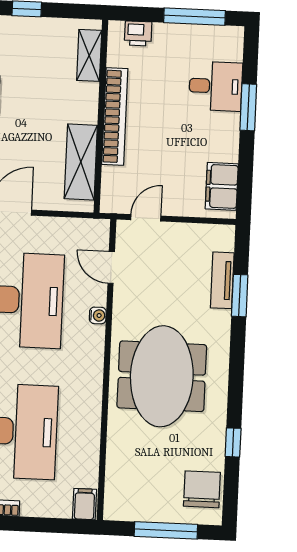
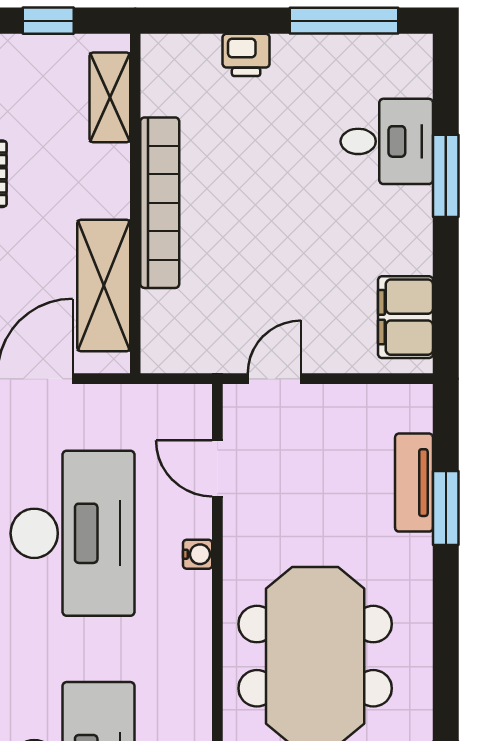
shelving: (89, 55) -> (110, 97), moved
wall: (101, 116) -> (135, 204), moved
bookcase: (115, 116) -> (160, 203), moved
shelving: (81, 162) -> (104, 286), moved

